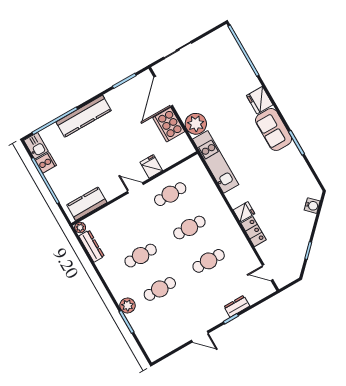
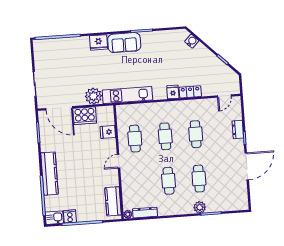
fridge: (151, 166) -> (108, 132), moved
door: (200, 337) -> (247, 166), width x1.88

